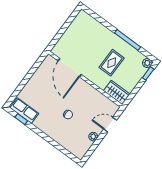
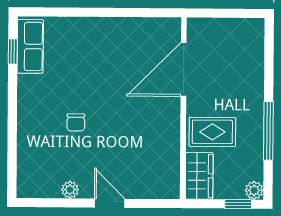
door: (70, 68) -> (184, 69), moved
wall: (85, 79) -> (183, 108), moved
wardrobe: (117, 92) -> (199, 176), moved

